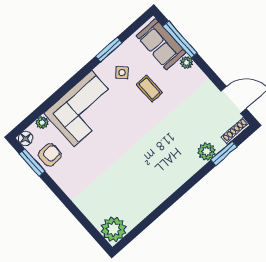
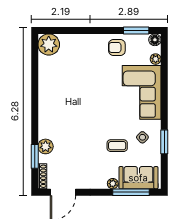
armchair: (50, 155) -> (117, 47), moved, turned 91

